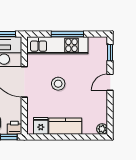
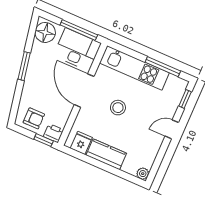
window: (67, 34) -> (163, 67), moved

